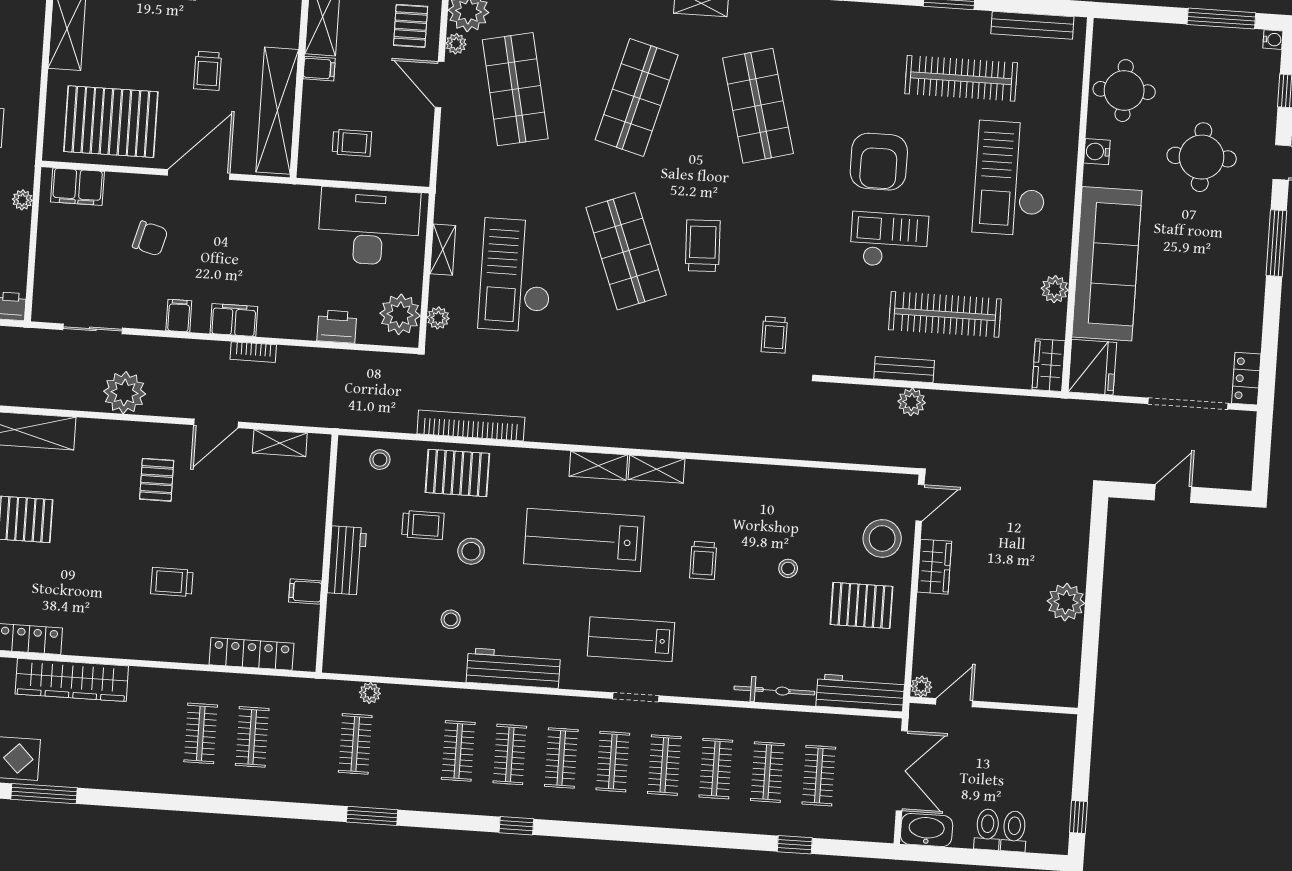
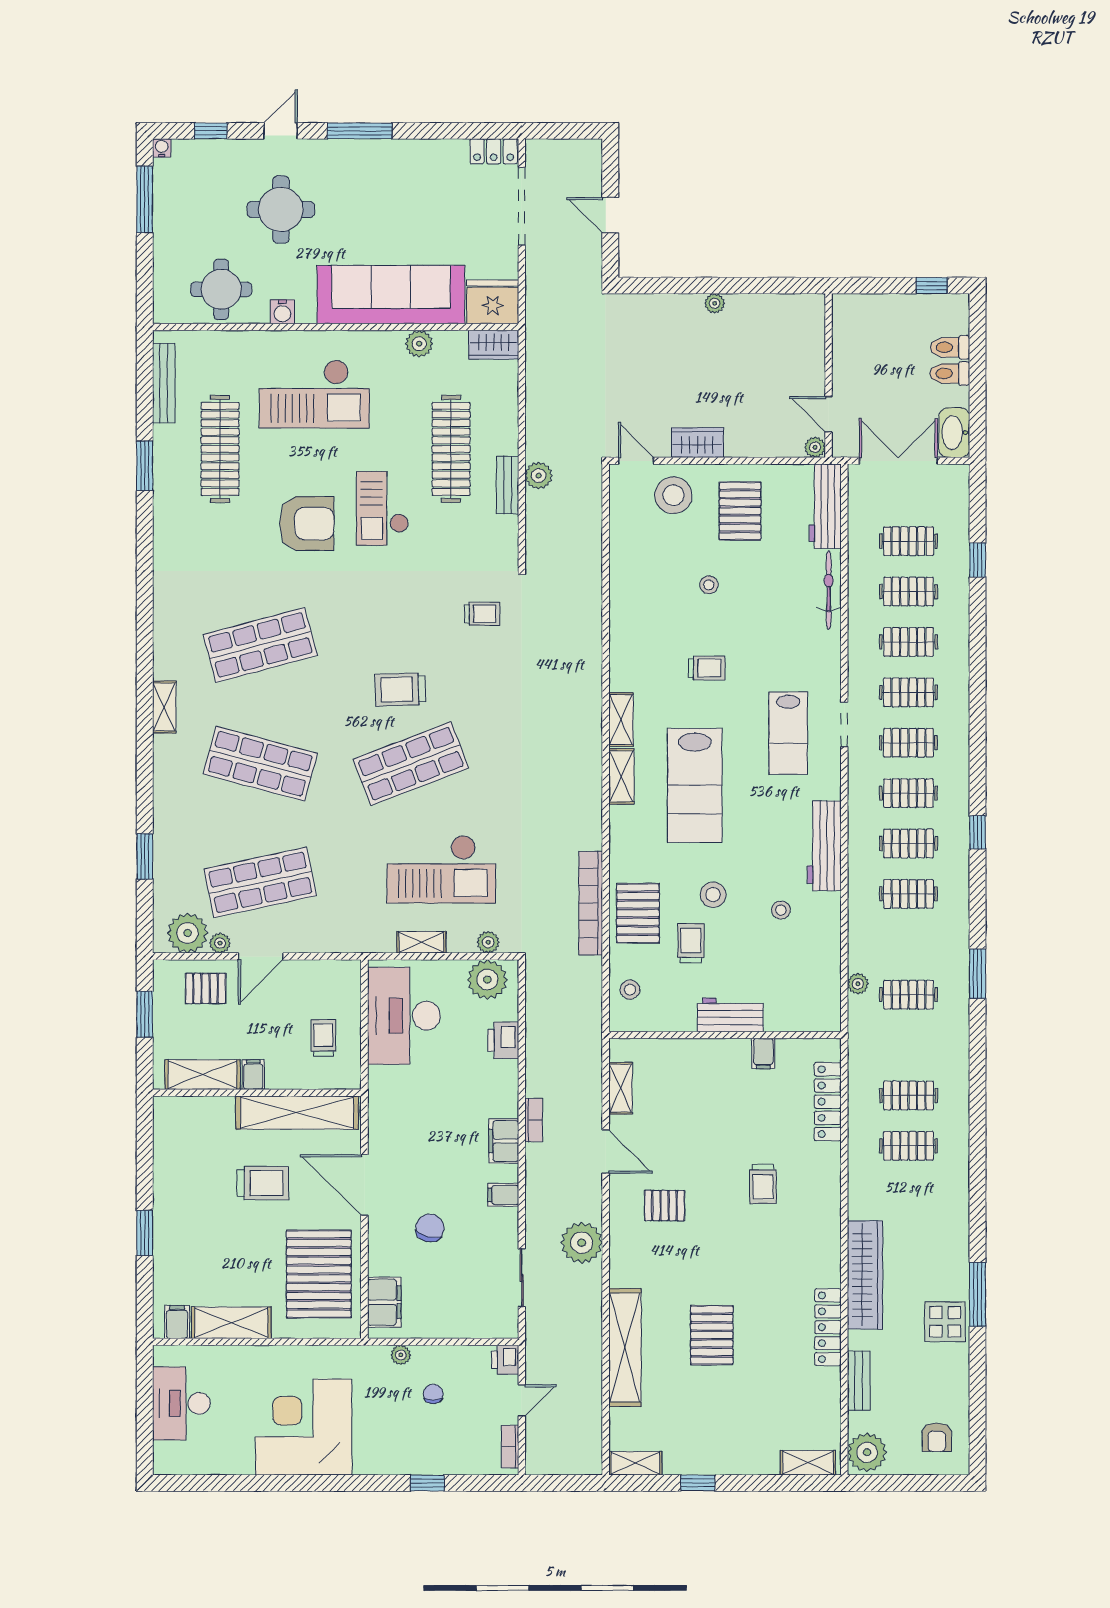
trolley: (208, 71) -> (263, 1183), width x1.36, depth x1.39
plant: (1066, 602) -> (715, 303), width x0.53, depth x0.53

